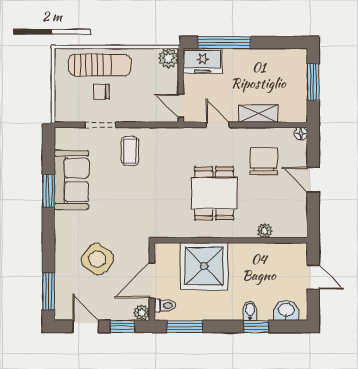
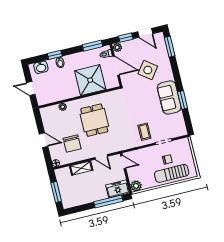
sofa: (71, 180) -> (169, 97), moved
door: (152, 280) -> (116, 66), hinge flipped

